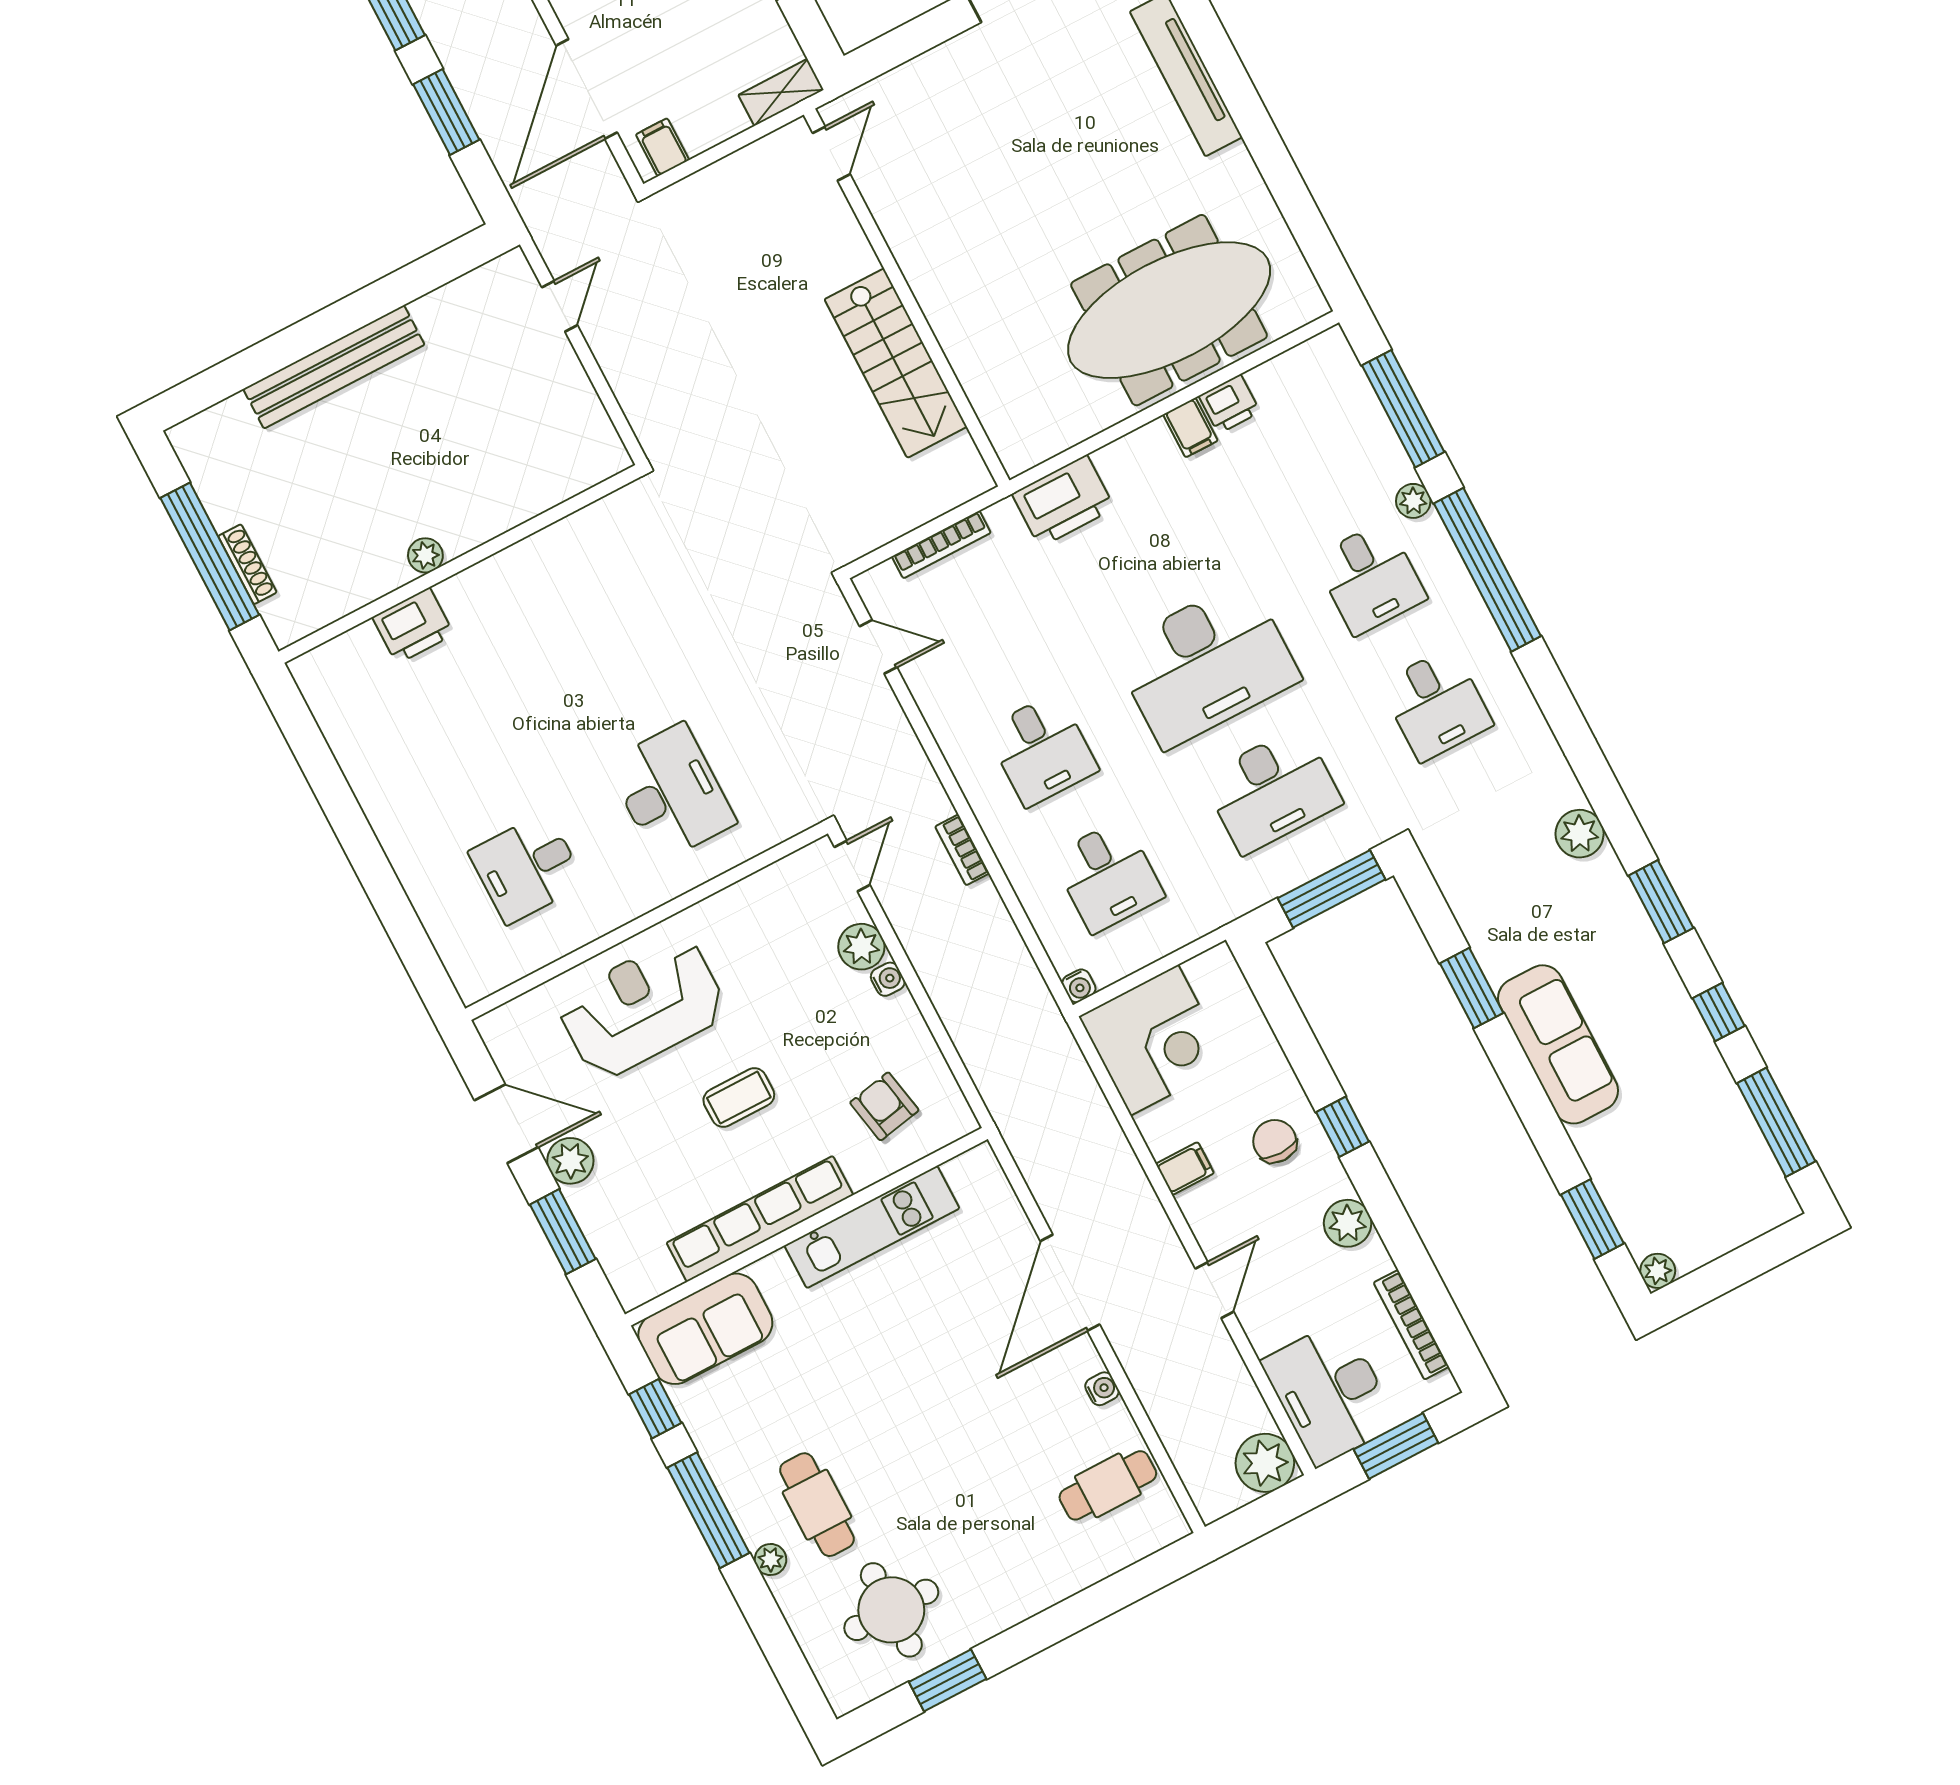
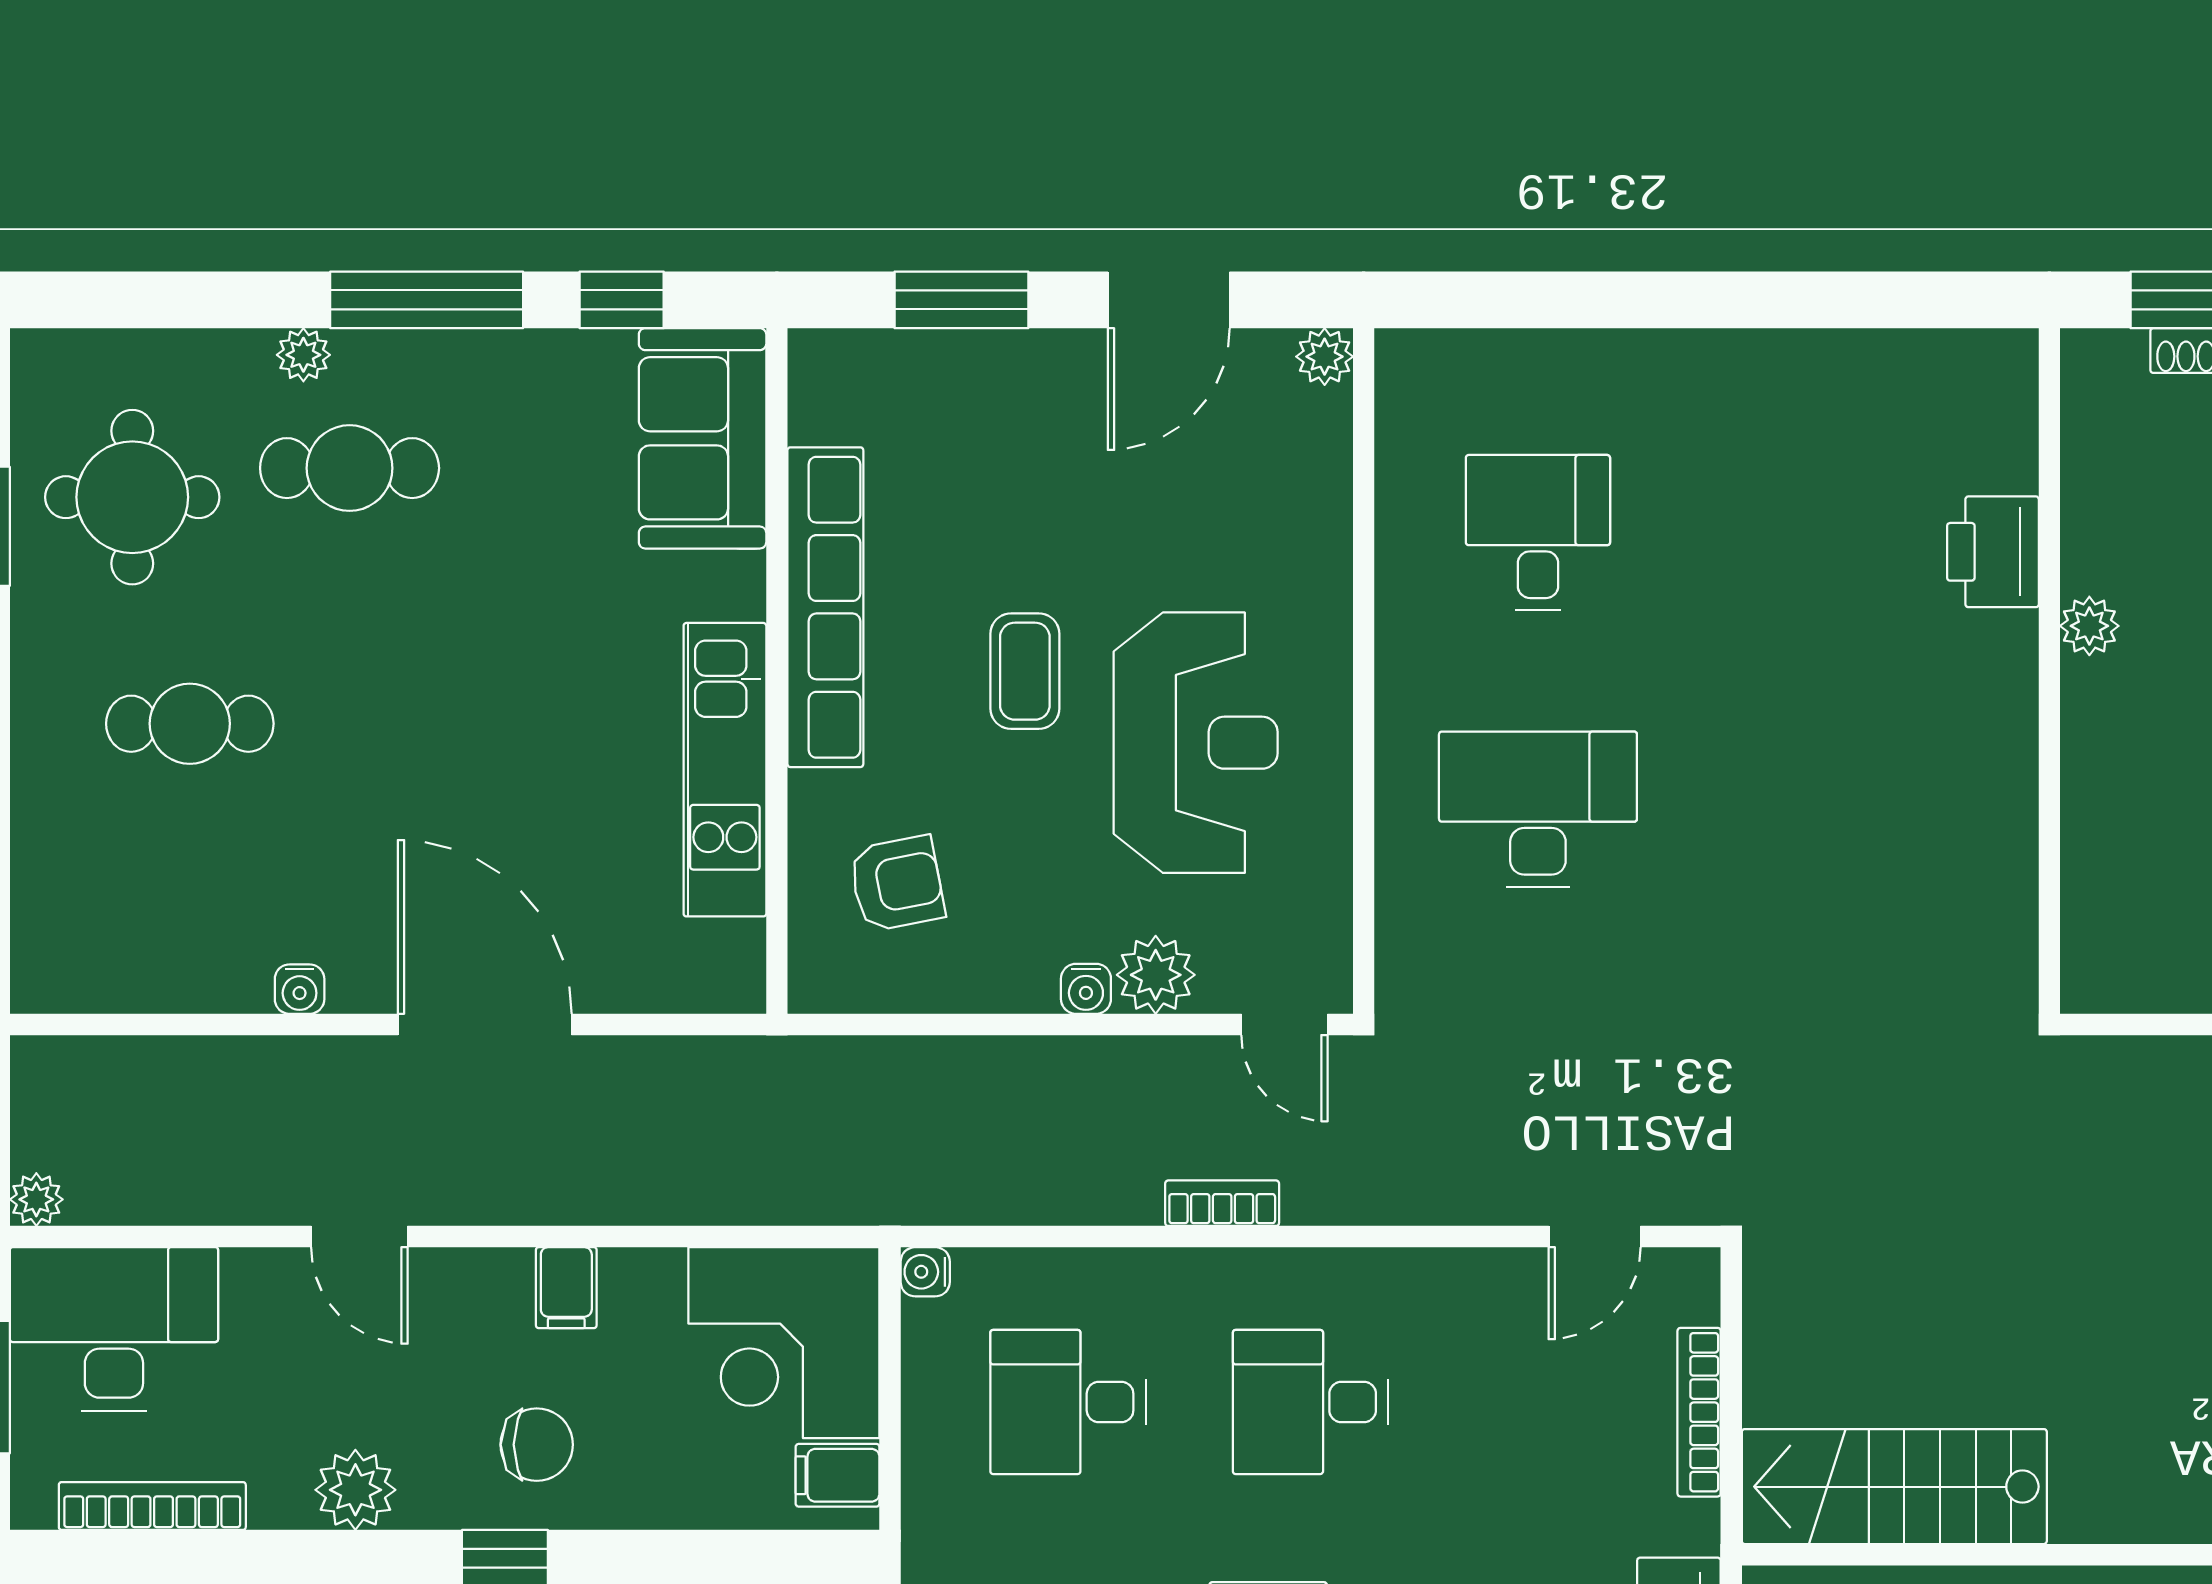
stairs: (896, 363) -> (1894, 1487), moved
desk: (671, 793) -> (1538, 809), turned 180
filing cabinet: (1209, 976) -> (838, 1475), added
reception desk: (642, 1008) -> (1196, 743), moved
plant: (570, 1161) -> (1325, 357), moved, width x0.73, depth x0.73
plant: (1265, 1463) -> (36, 1199), width x0.53, depth x0.53
cafe table: (1108, 1485) -> (190, 724), moved, turned 90

